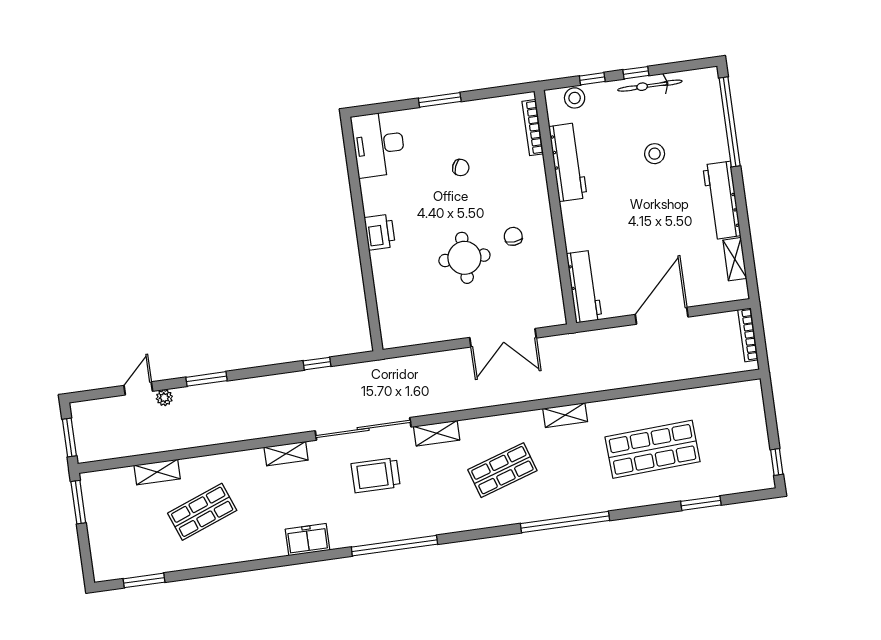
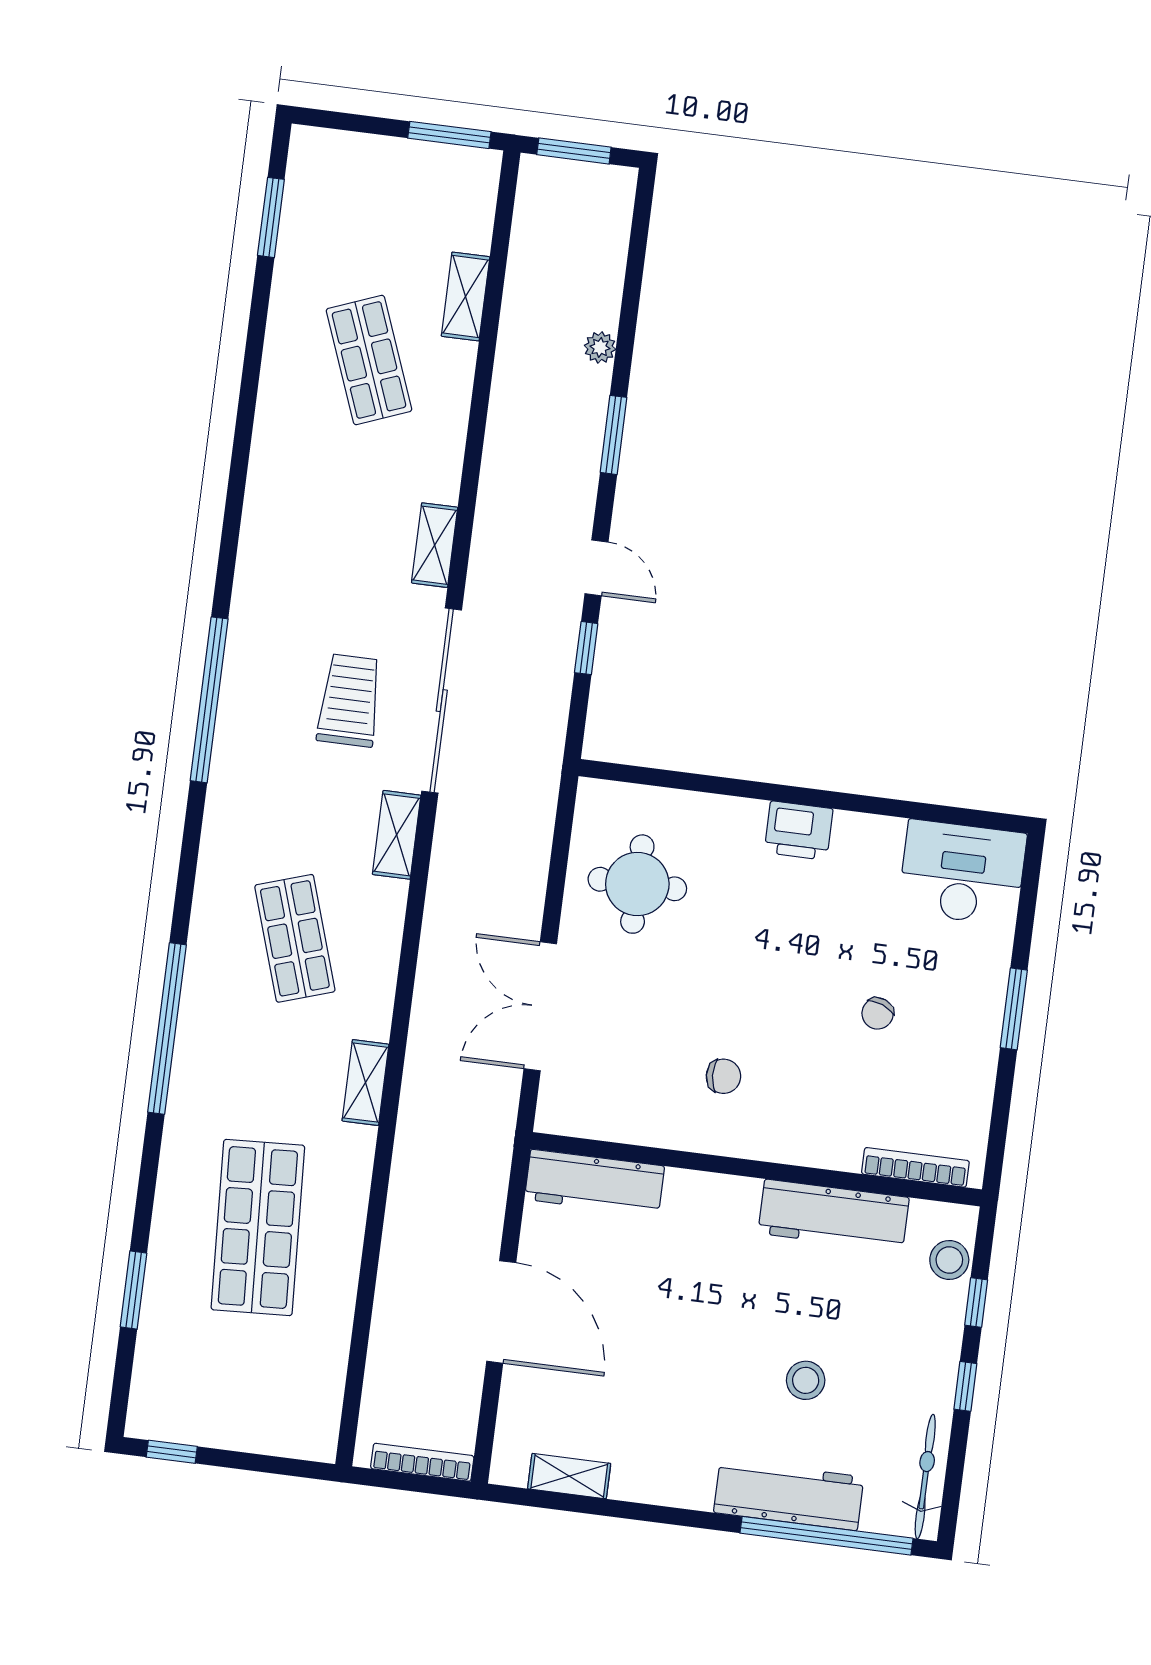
bicycle: (650, 86) -> (925, 1476), moved
workbench: (722, 200) -> (789, 1495), moved
round table: (464, 258) -> (637, 884), moved
door: (138, 388) -> (596, 568), moved
freezer: (308, 540) -> (264, 542), removed

